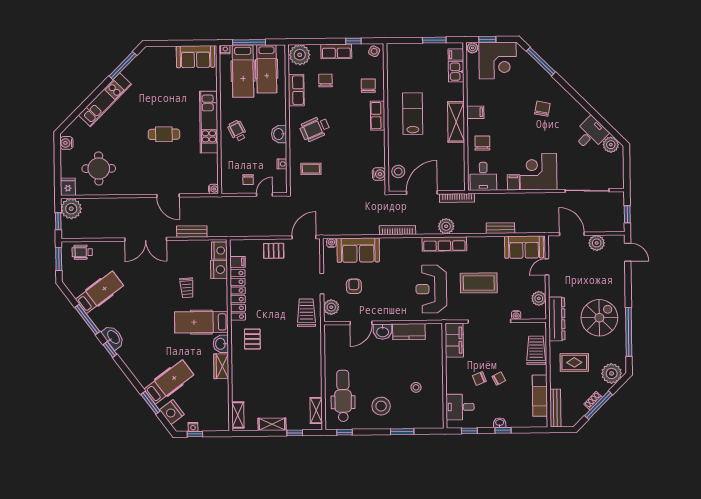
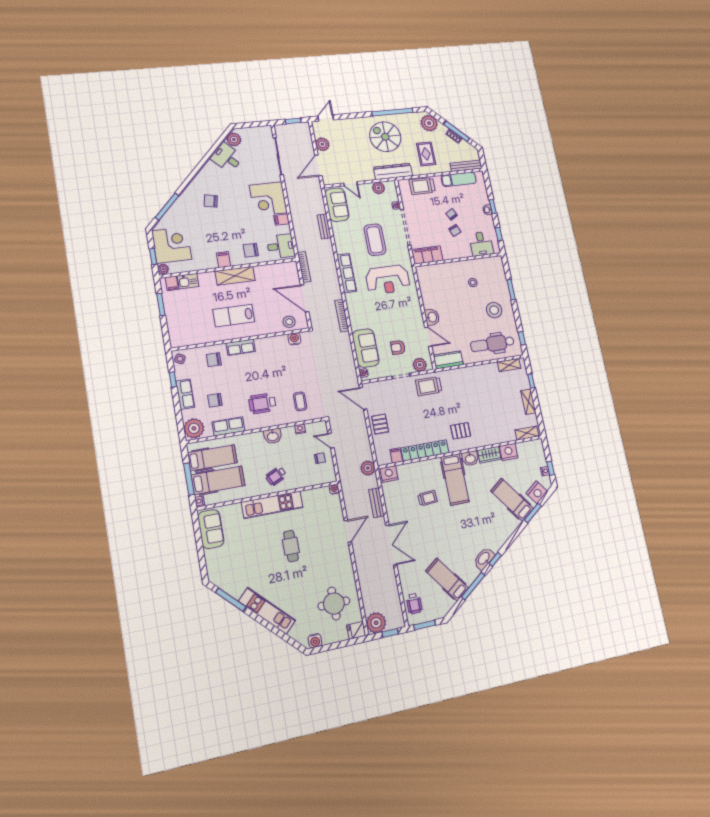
wheelchair: (315, 129) -> (262, 403), turned 113
plant: (446, 226) -> (368, 468), moved
nightstand: (219, 270) -> (509, 452), moved
kitchen counter: (409, 332) -> (448, 360), moved, turned -90

